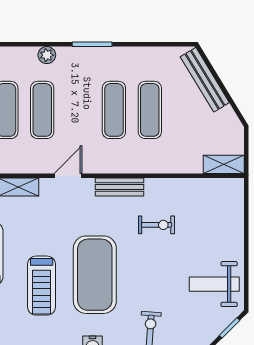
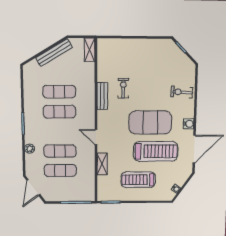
bench: (205, 80) -> (54, 53), moved
bench: (119, 187) -> (102, 96), moved
weight bench: (214, 284) -> (157, 56), removed
treadmill: (42, 286) -> (156, 151), width x1.37, depth x1.38

